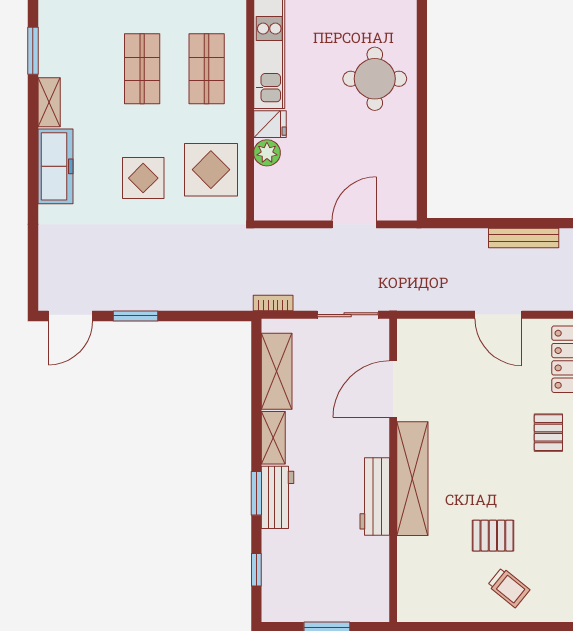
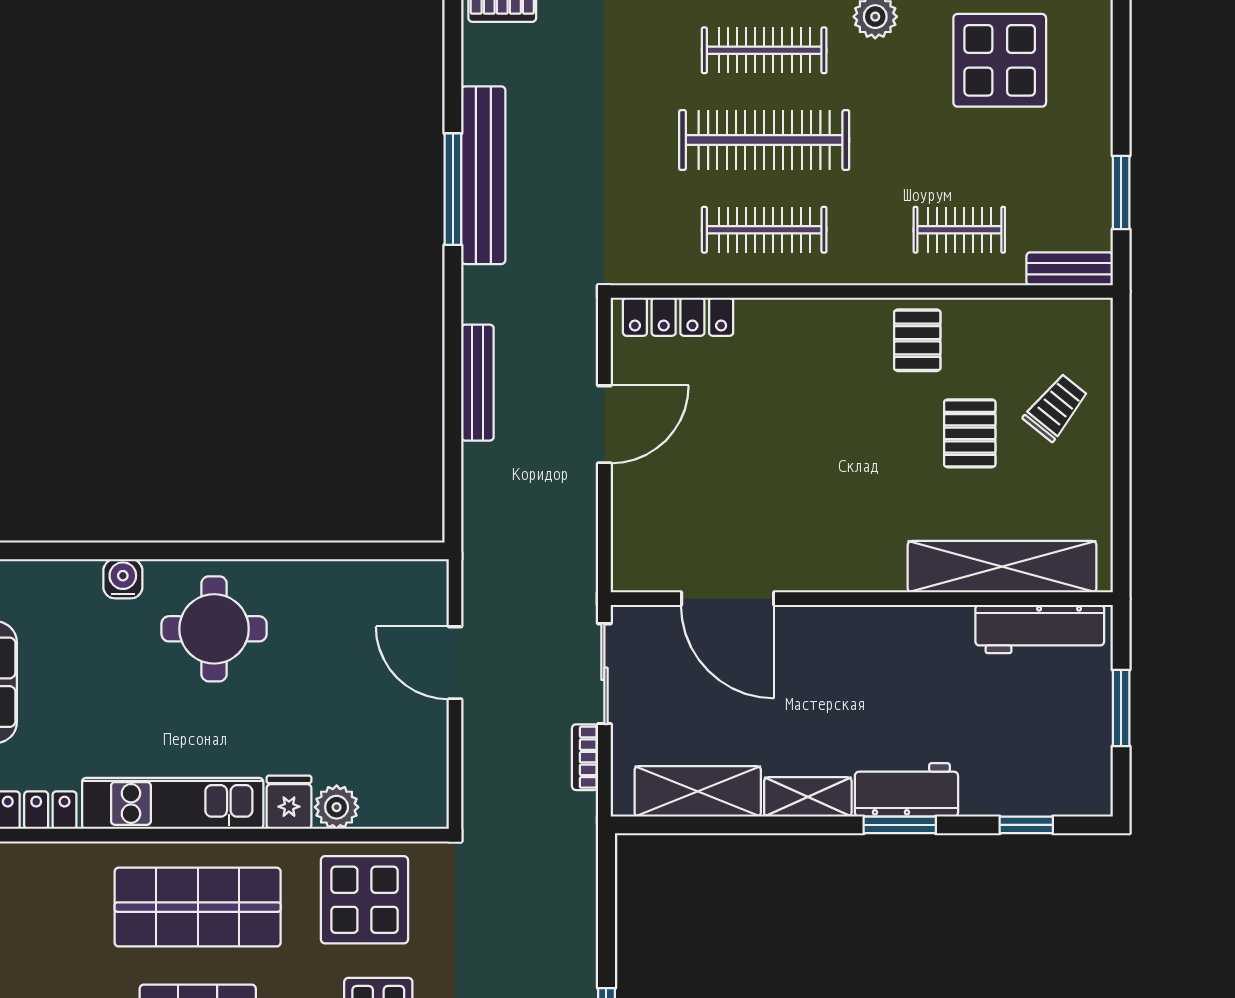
water cooler: (405, 24) -> (123, 579), added
shop shelf: (207, 69) -> (198, 907), width x1.43, depth x1.36
bookcase: (273, 303) -> (585, 757), moved
pallet: (548, 433) -> (917, 340), moved, turned 90
shelving: (412, 479) -> (1002, 567), moved
workbench: (375, 496) -> (1040, 629), moved

